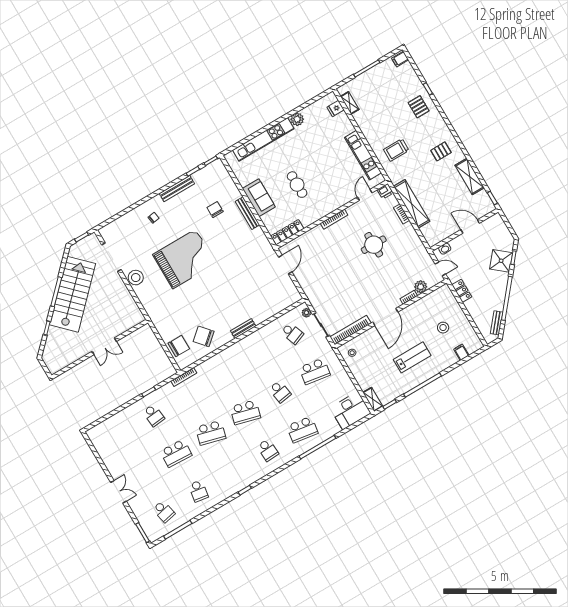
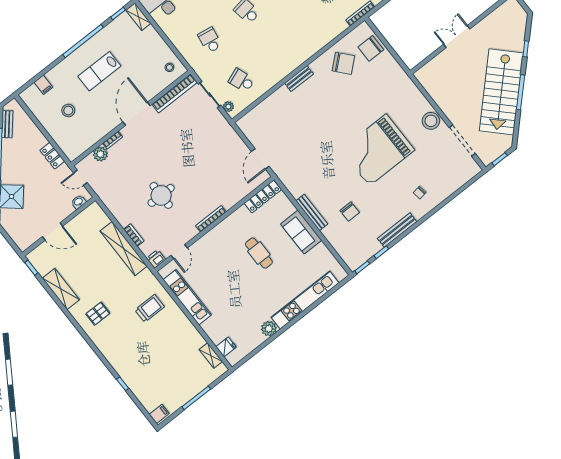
pallet: (419, 107) -> (131, 362), removed
school desk: (315, 371) -> (210, 40), width x0.54

